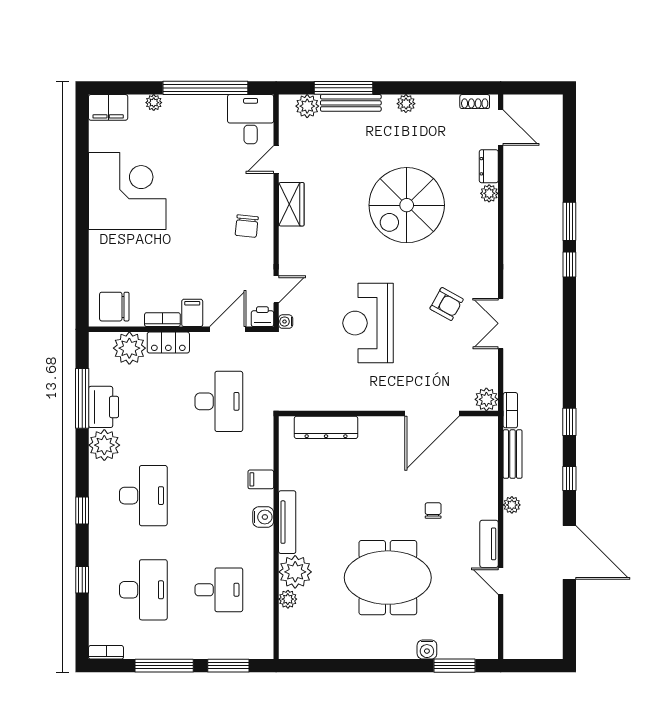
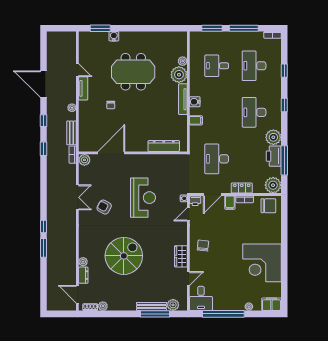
plant: (406, 104) -> (103, 306), moved
plant: (129, 348) -> (273, 185), moved

